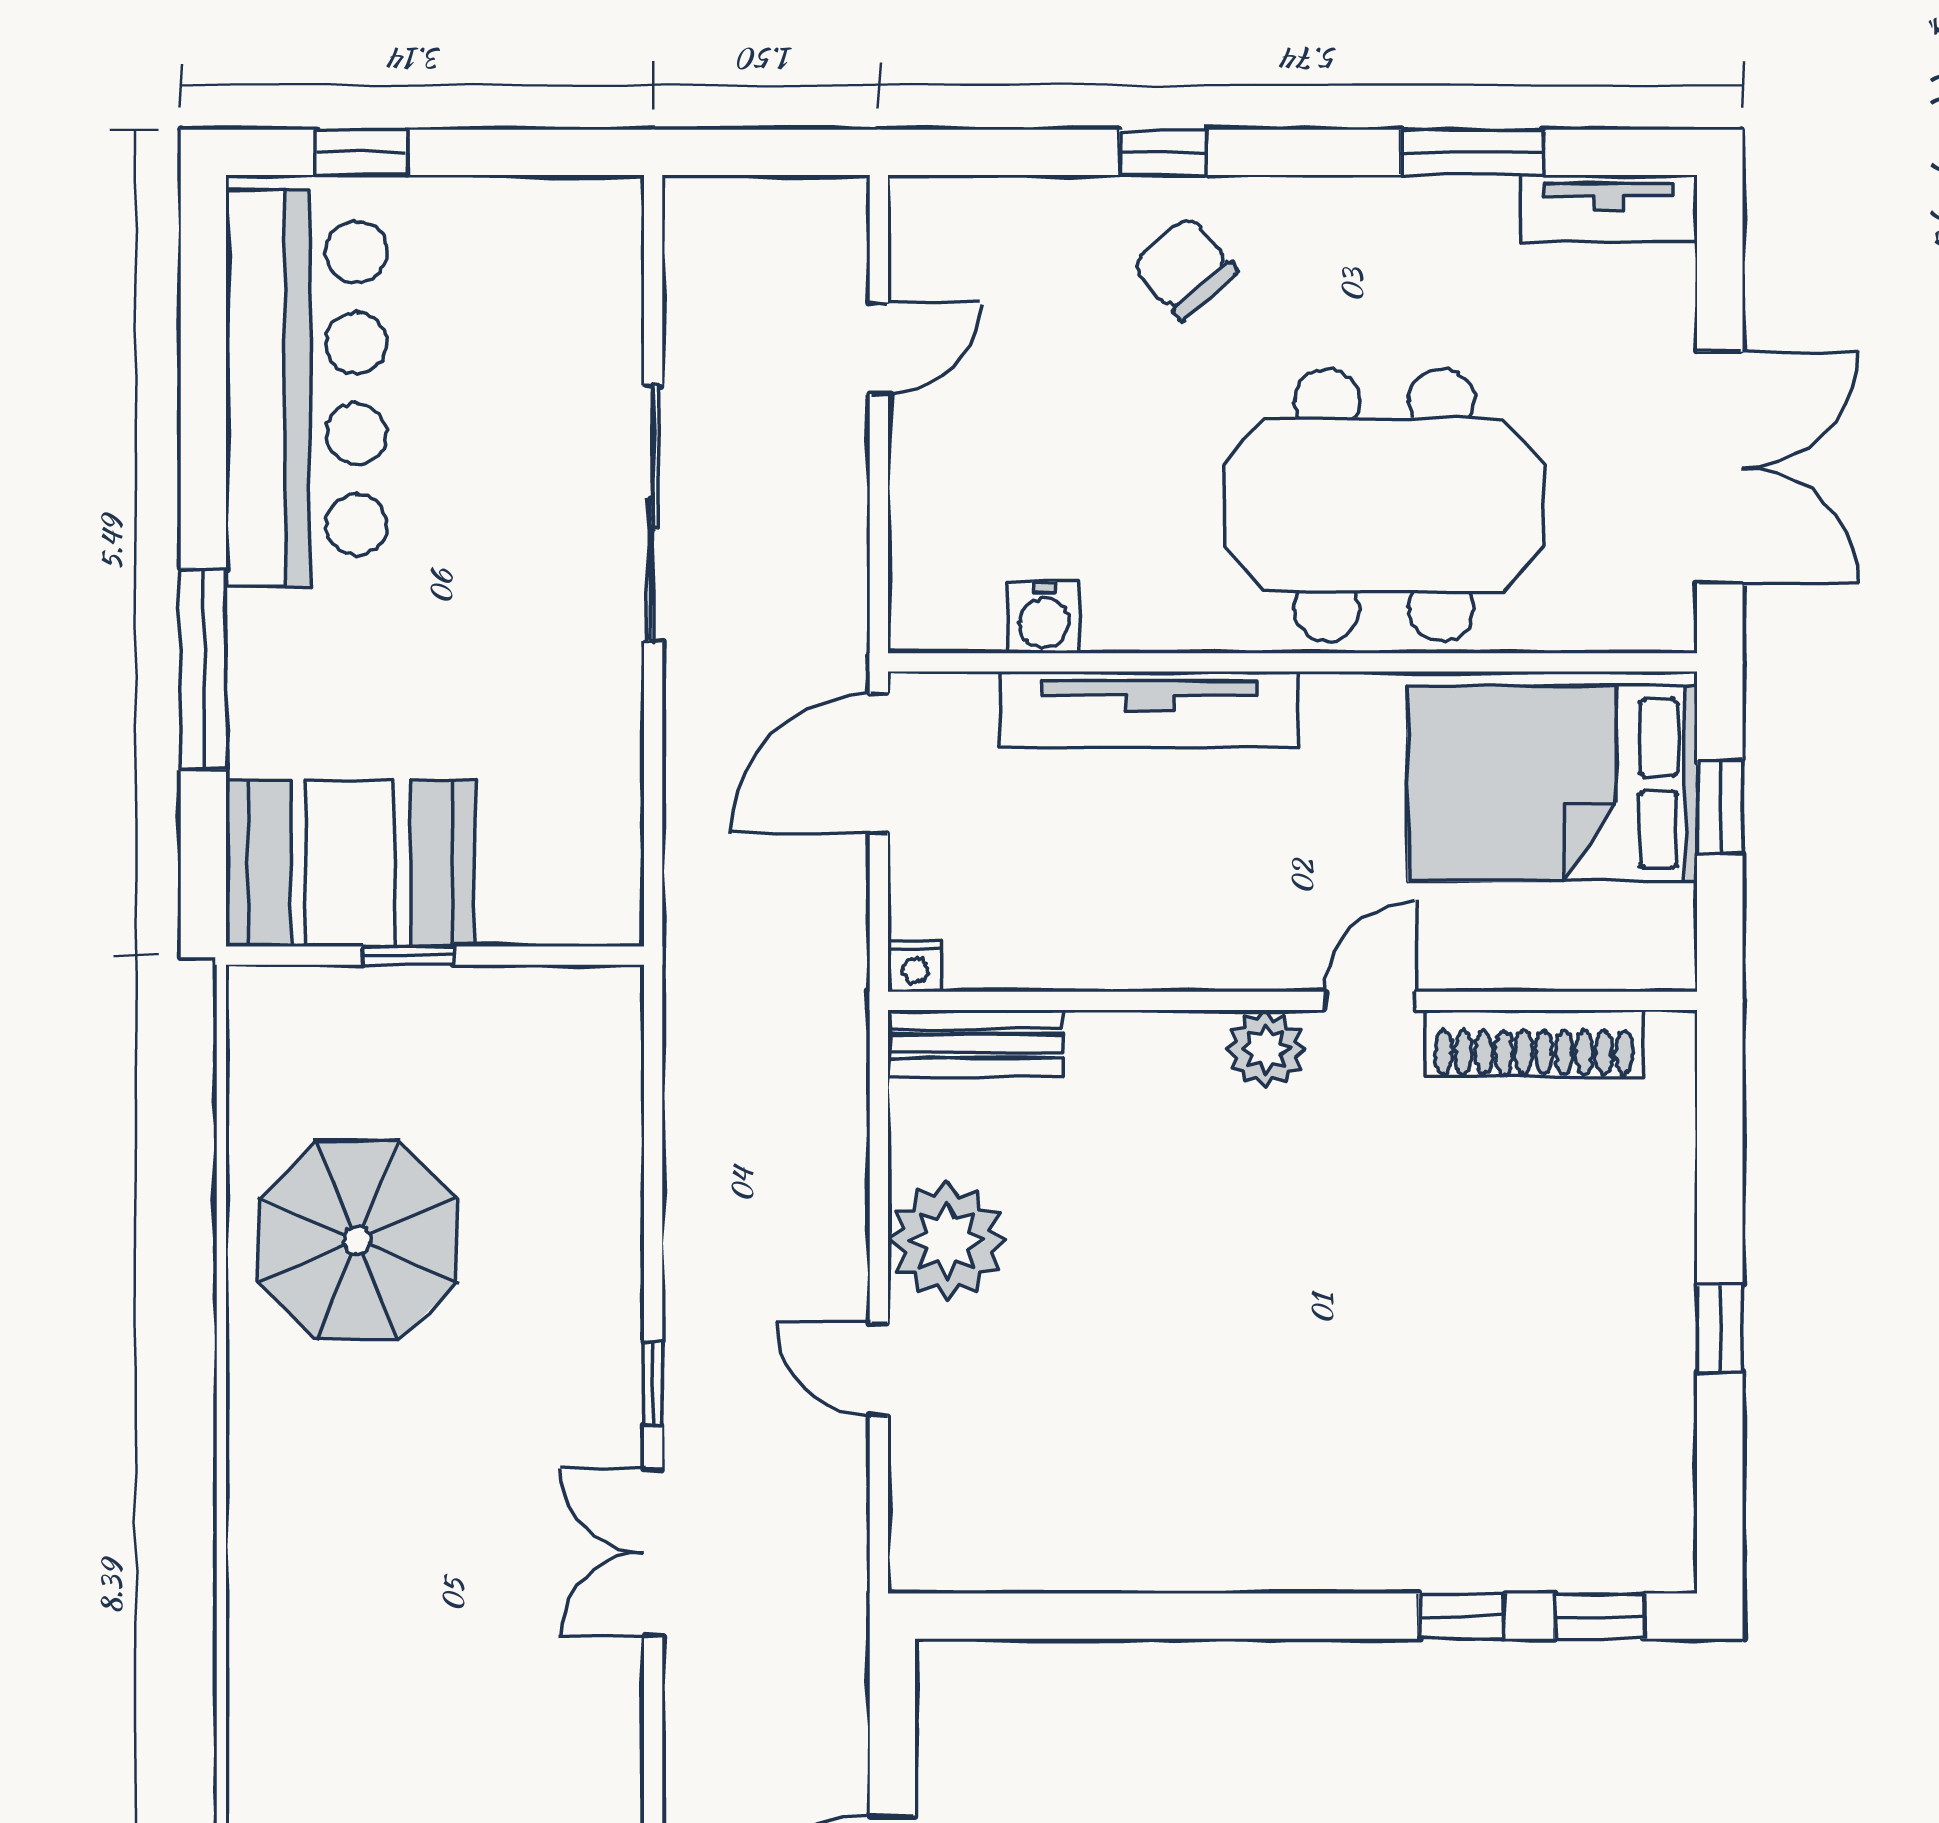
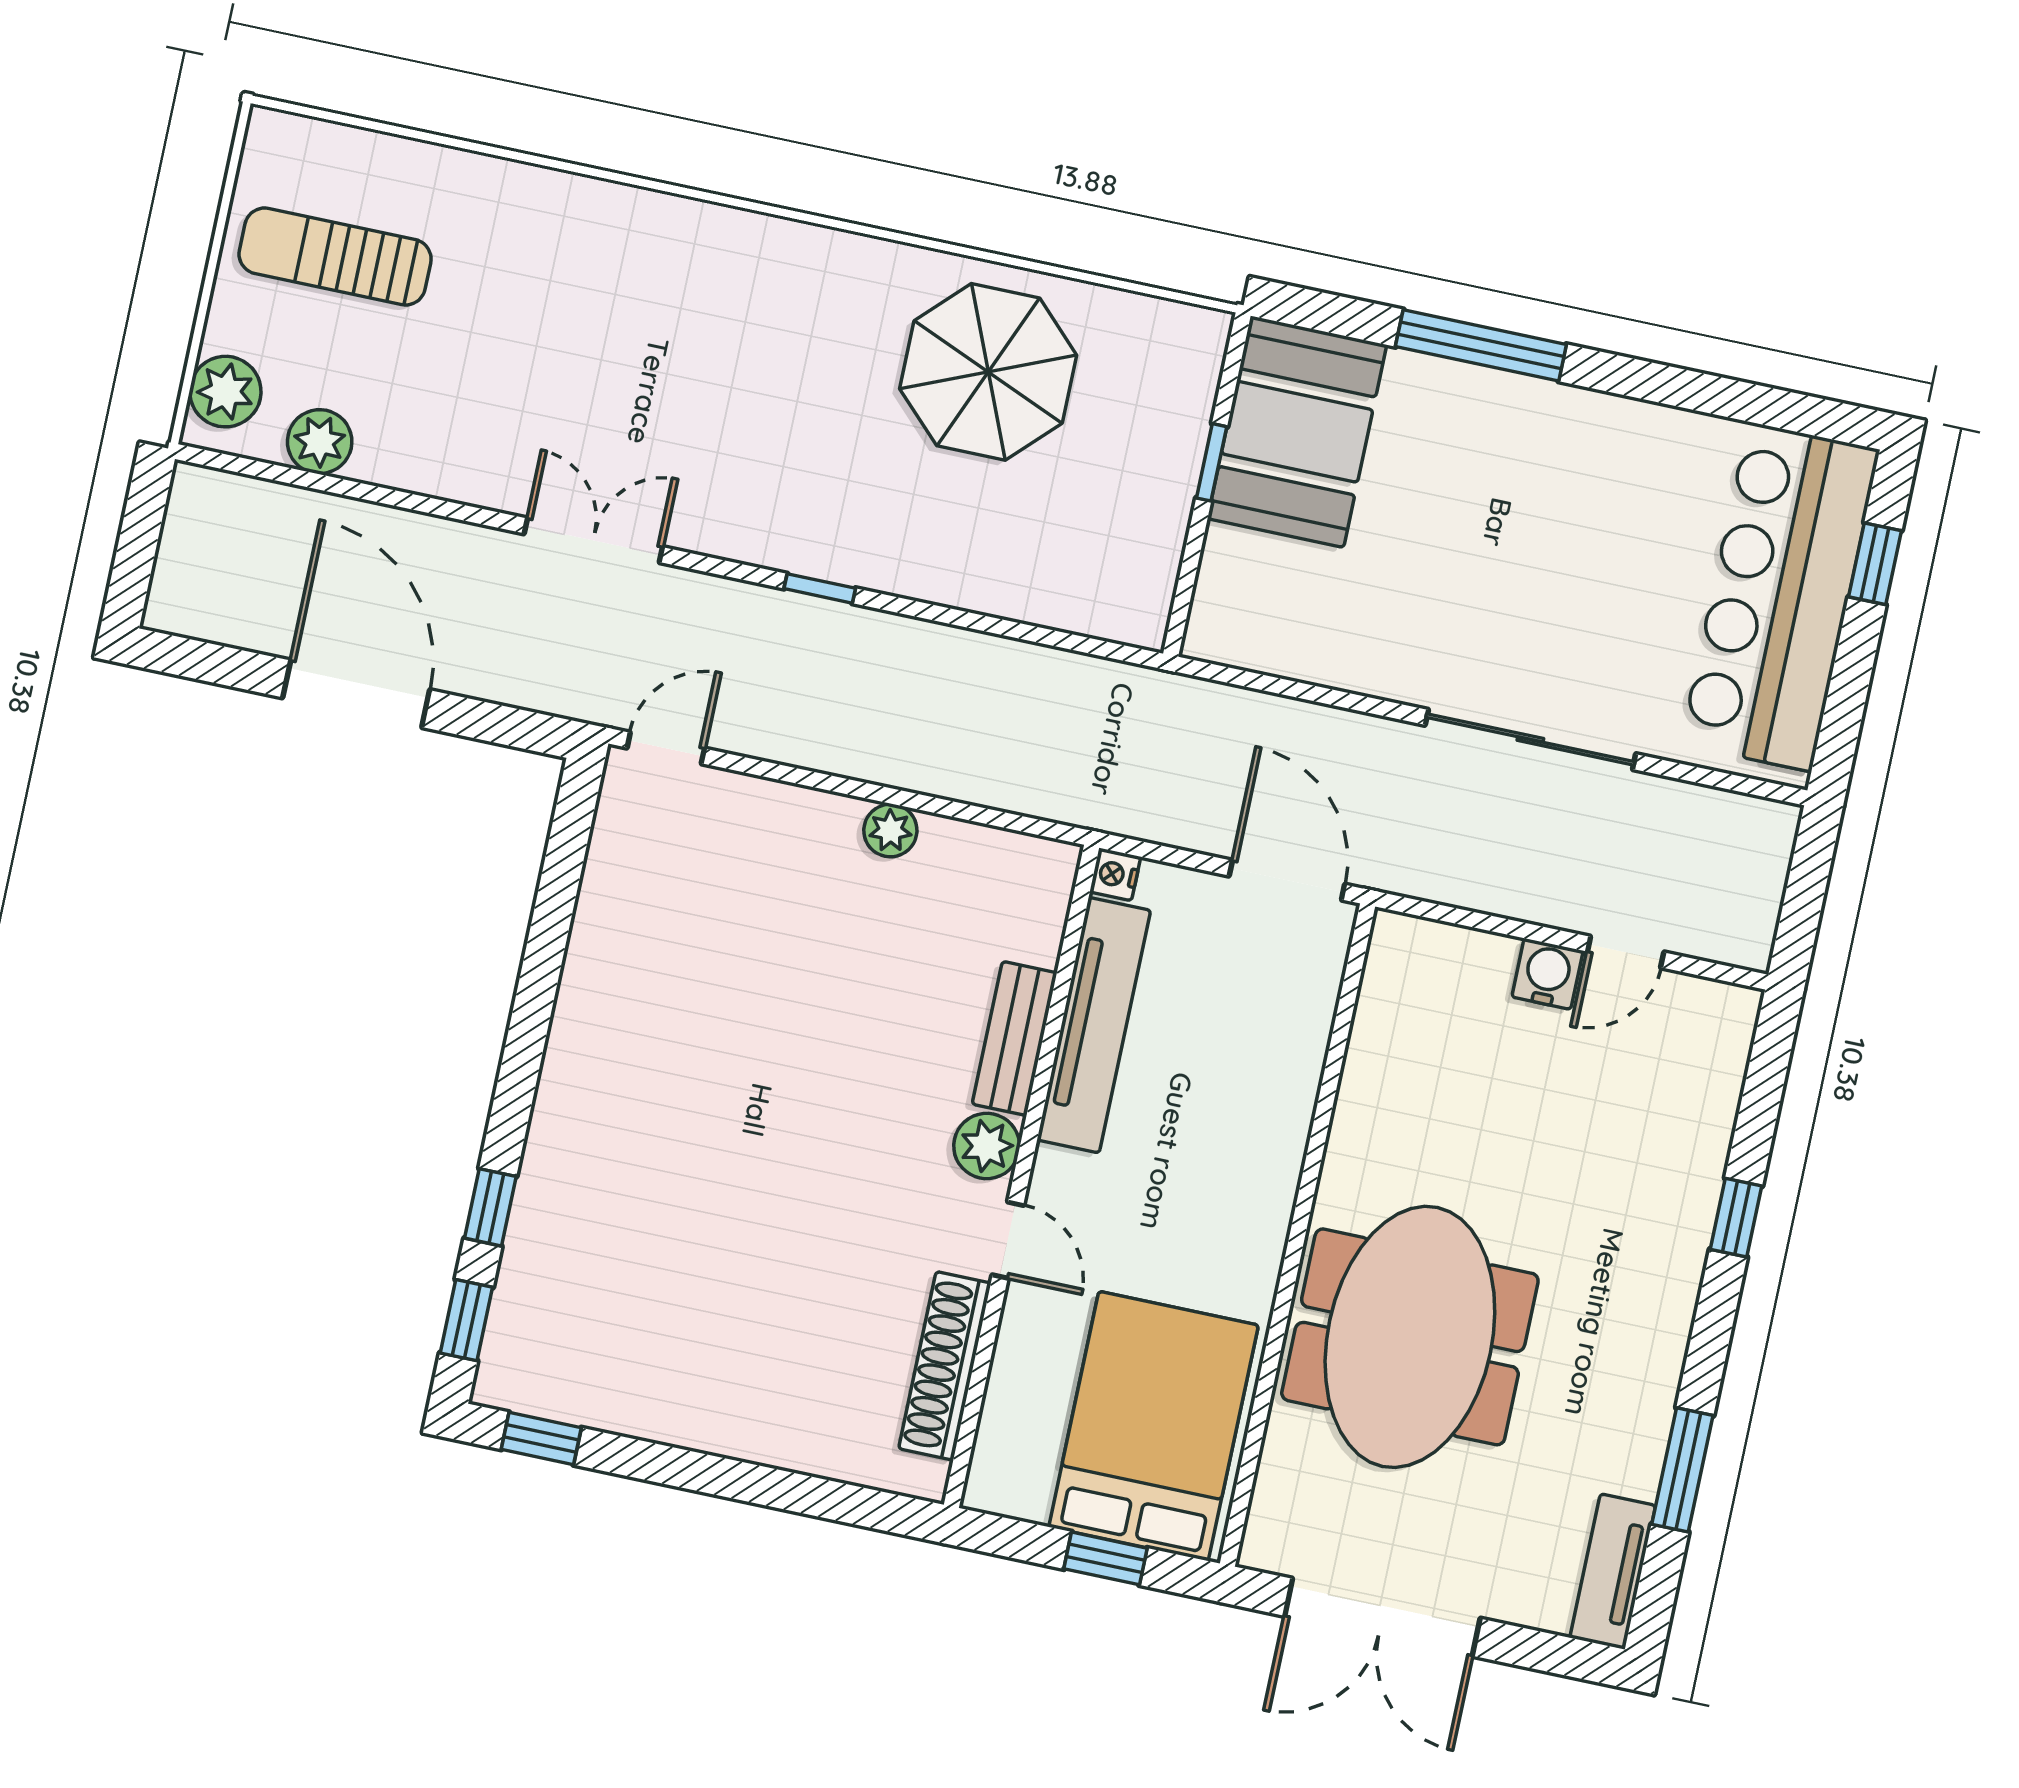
chair: (1185, 268) -> (1638, 1216), removed
door: (879, 348) -> (1626, 952), hinge flipped
bar counter: (307, 388) -> (1780, 597), moved, turned 90
water cooler: (1044, 617) -> (1547, 974), moved, turned 90
tv unit: (1150, 710) -> (1094, 1025), moved, turned 180
bench: (976, 1043) -> (1015, 1038), moved
plant: (947, 1241) -> (890, 830), width x0.53, depth x0.53
window: (1720, 1329) -> (541, 1438), moved
door: (879, 1369) -> (666, 748), moved
double door: (653, 1553) -> (593, 540), moved

